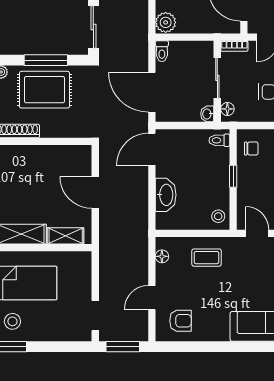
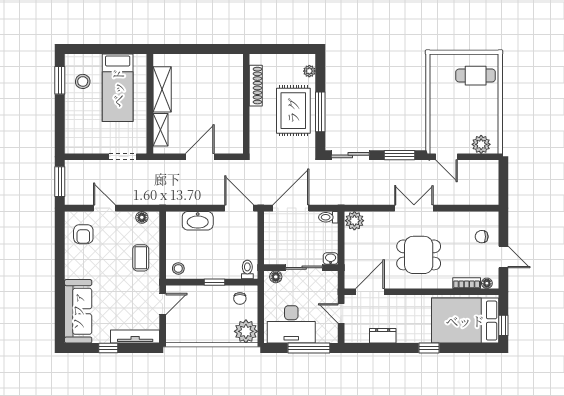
bookcase: (234, 46) -> (333, 283), removed
washbasin: (207, 114) -> (331, 259), moved
doorway: (95, 316) -> (123, 157), moved

